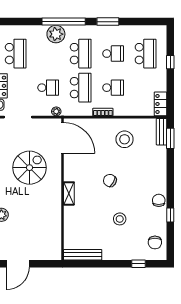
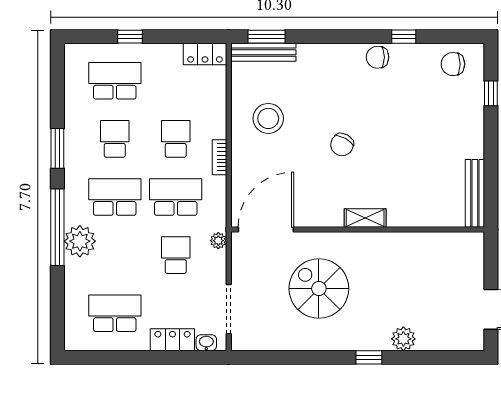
bench: (162, 132) -> (263, 52), width x1.36
stool: (120, 219) -> (411, 127), removed
chair: (155, 242) -> (453, 64), turned 180

